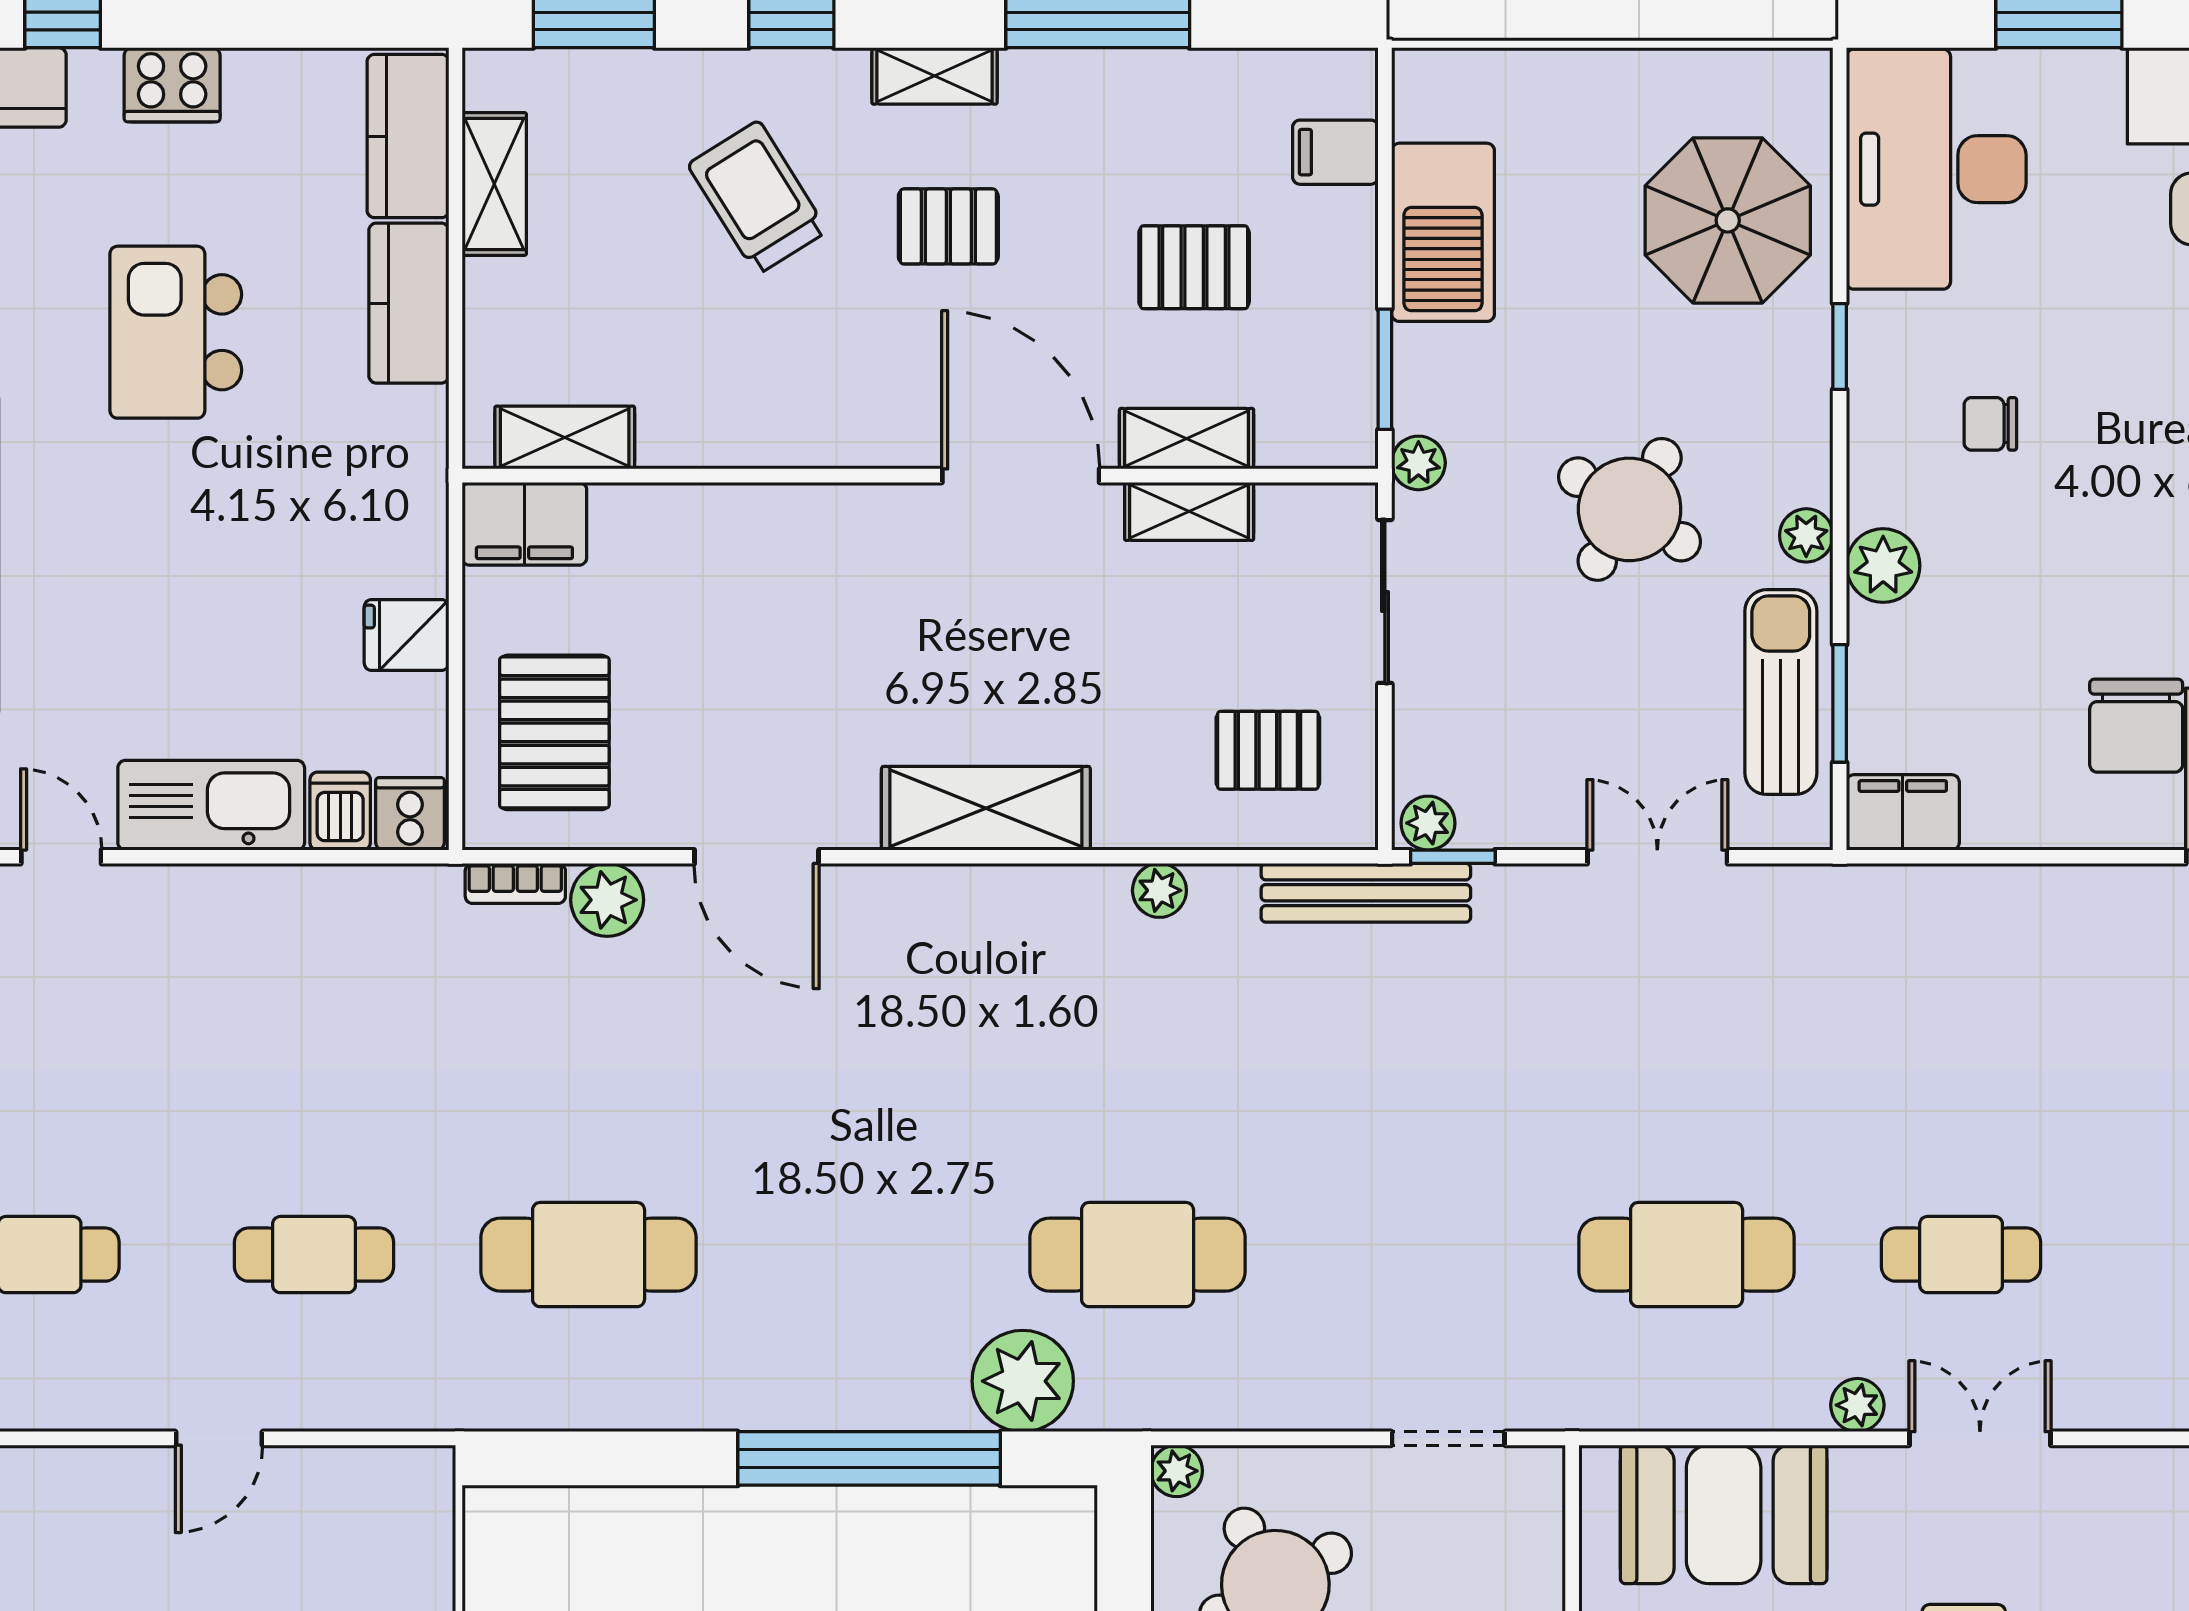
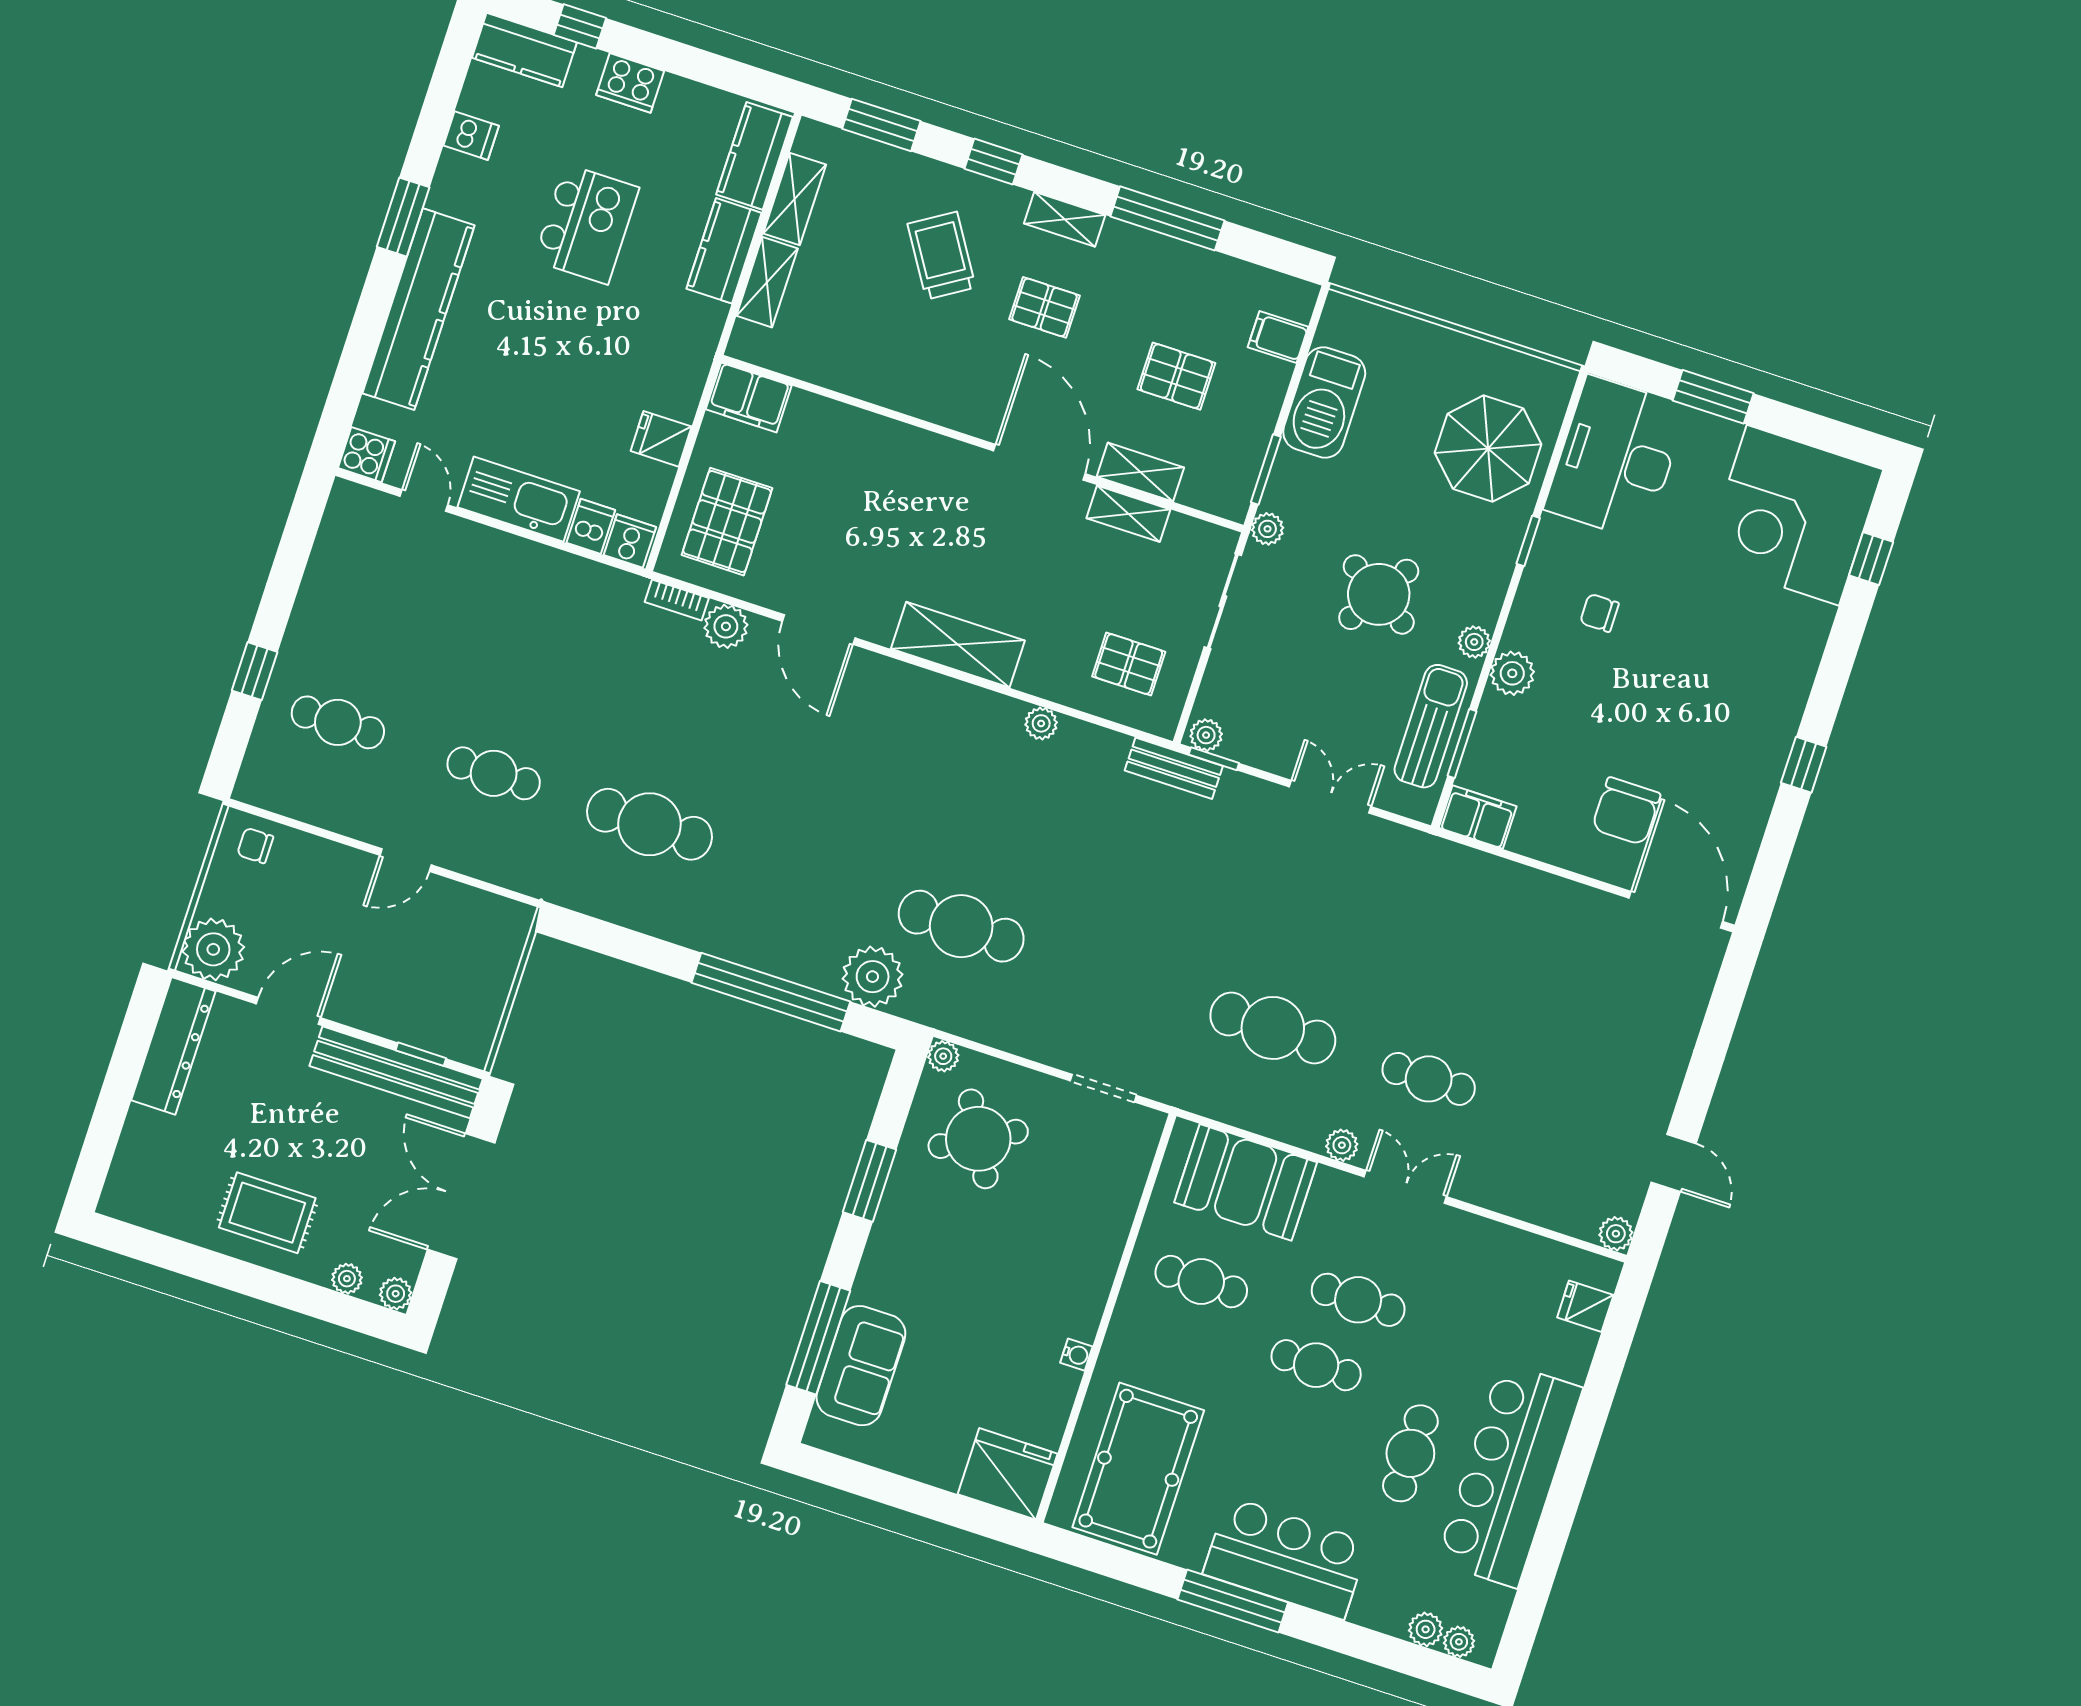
kitchen island: (176, 332) -> (586, 224), turned 180
shelving: (565, 438) -> (767, 282), moved, turned 90
bench: (1366, 893) -> (1174, 768), width x0.73

